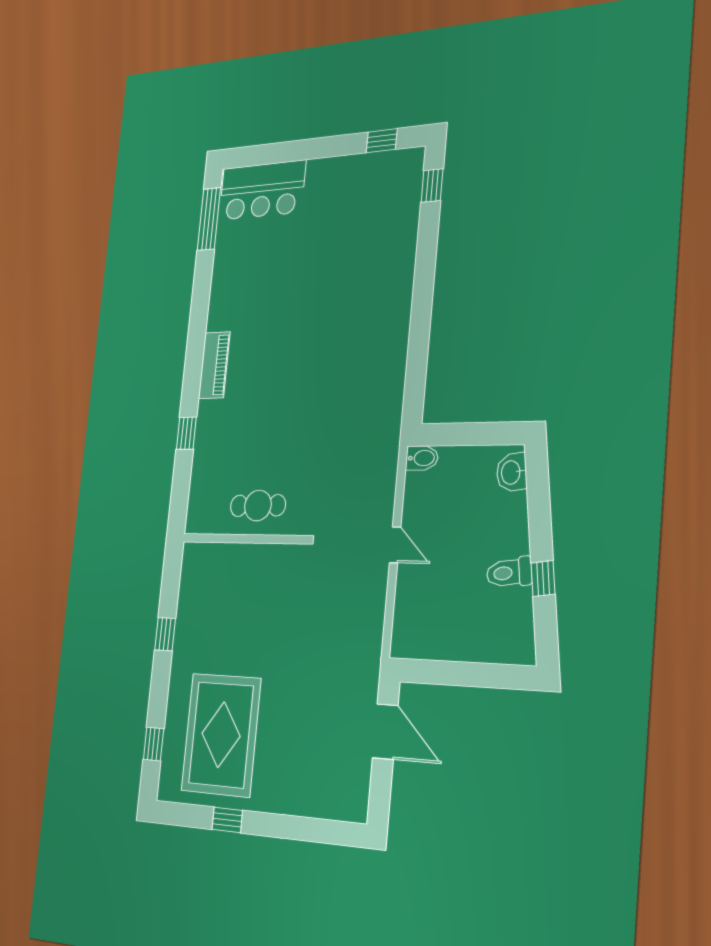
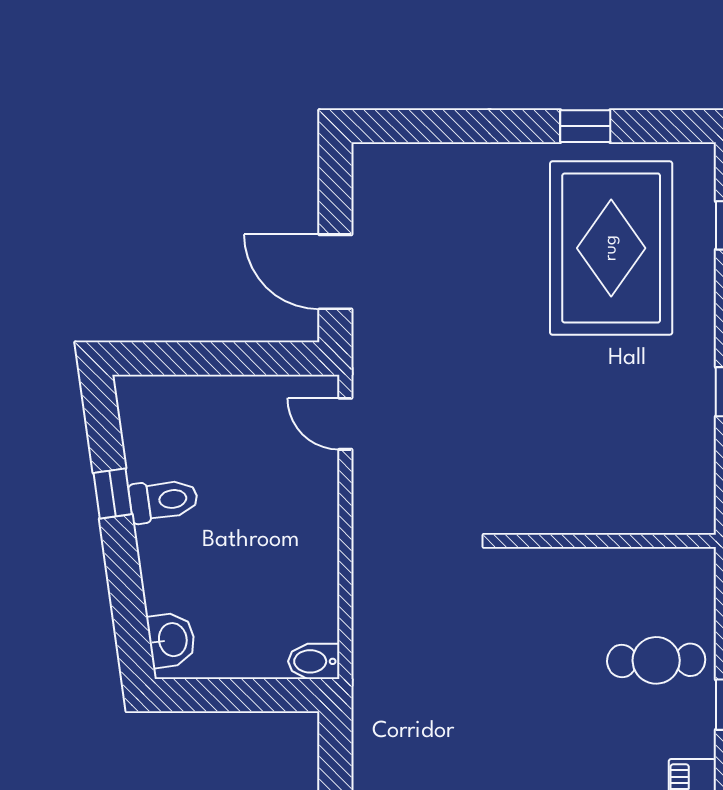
cafe table: (258, 506) -> (656, 660), moved
door: (395, 545) -> (345, 424), moved

